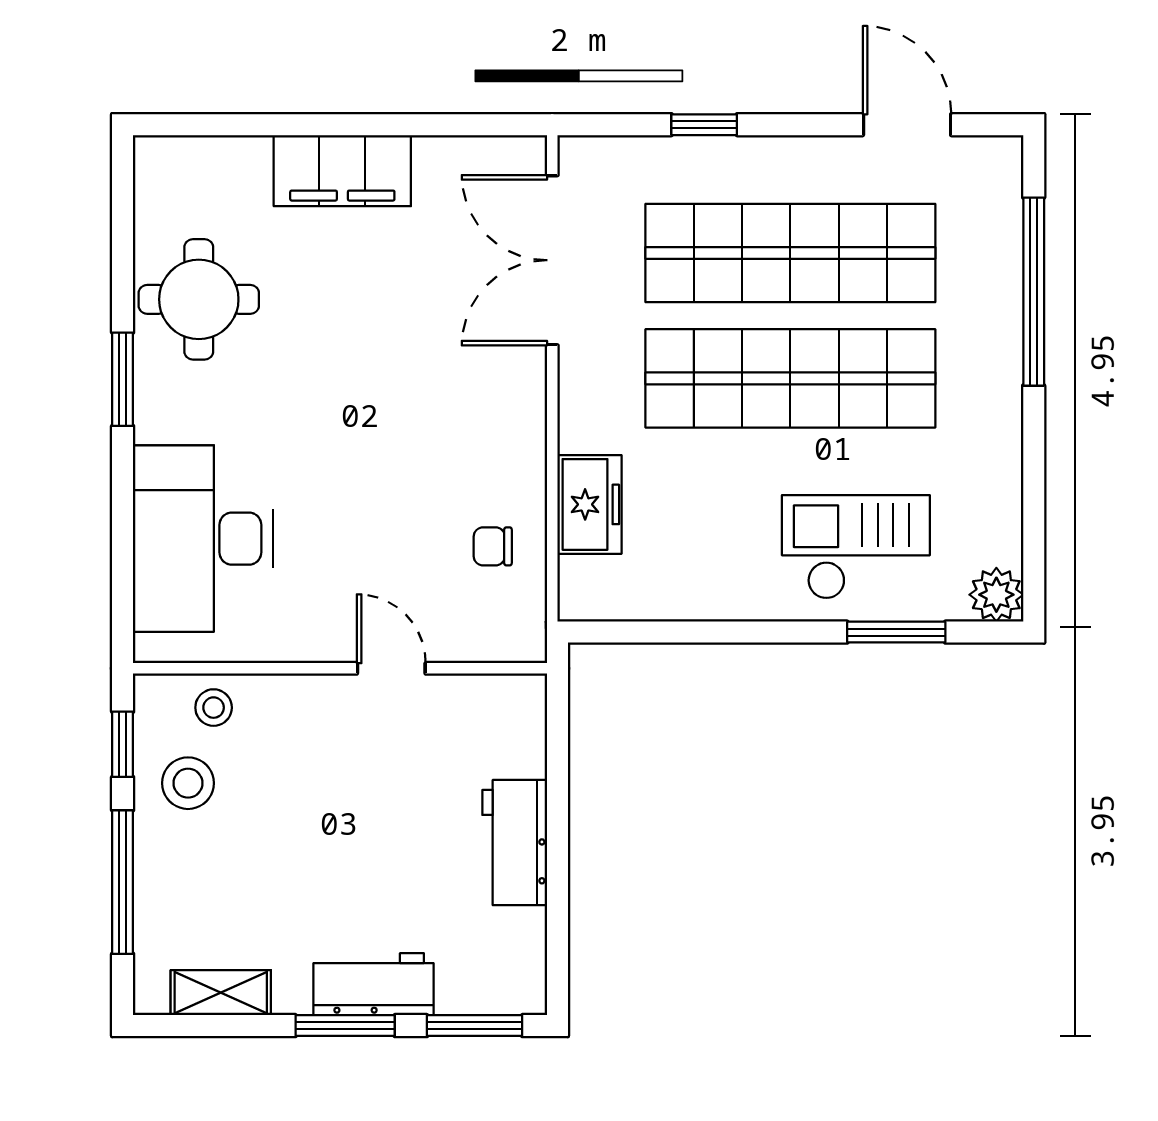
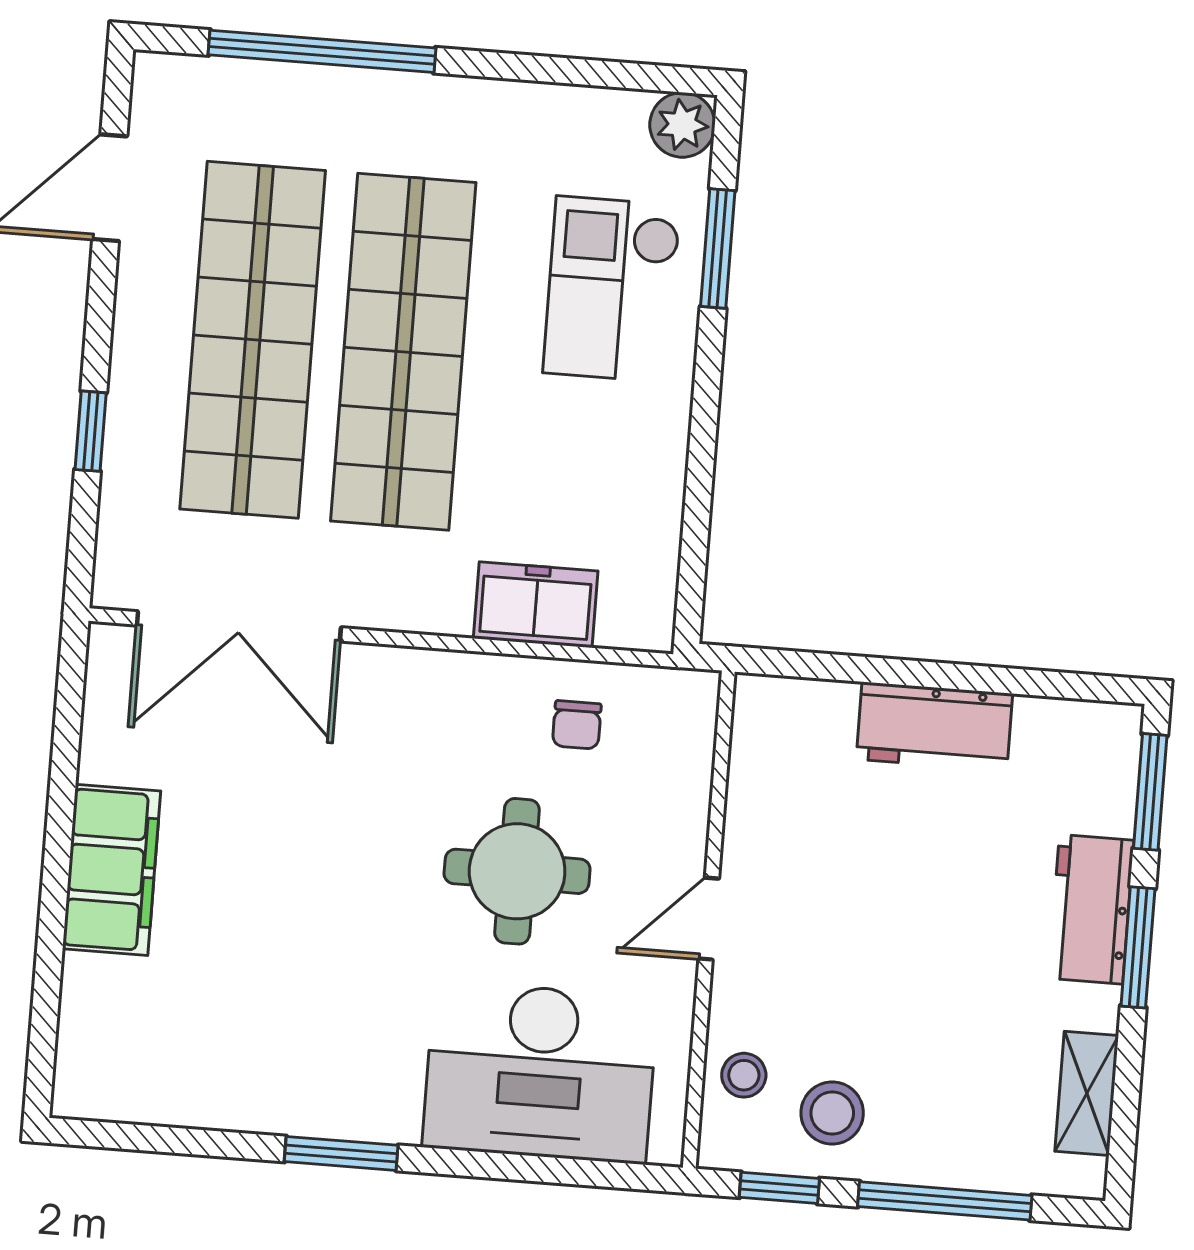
round table: (199, 299) -> (517, 871), moved
door: (391, 668) -> (709, 919), moved

